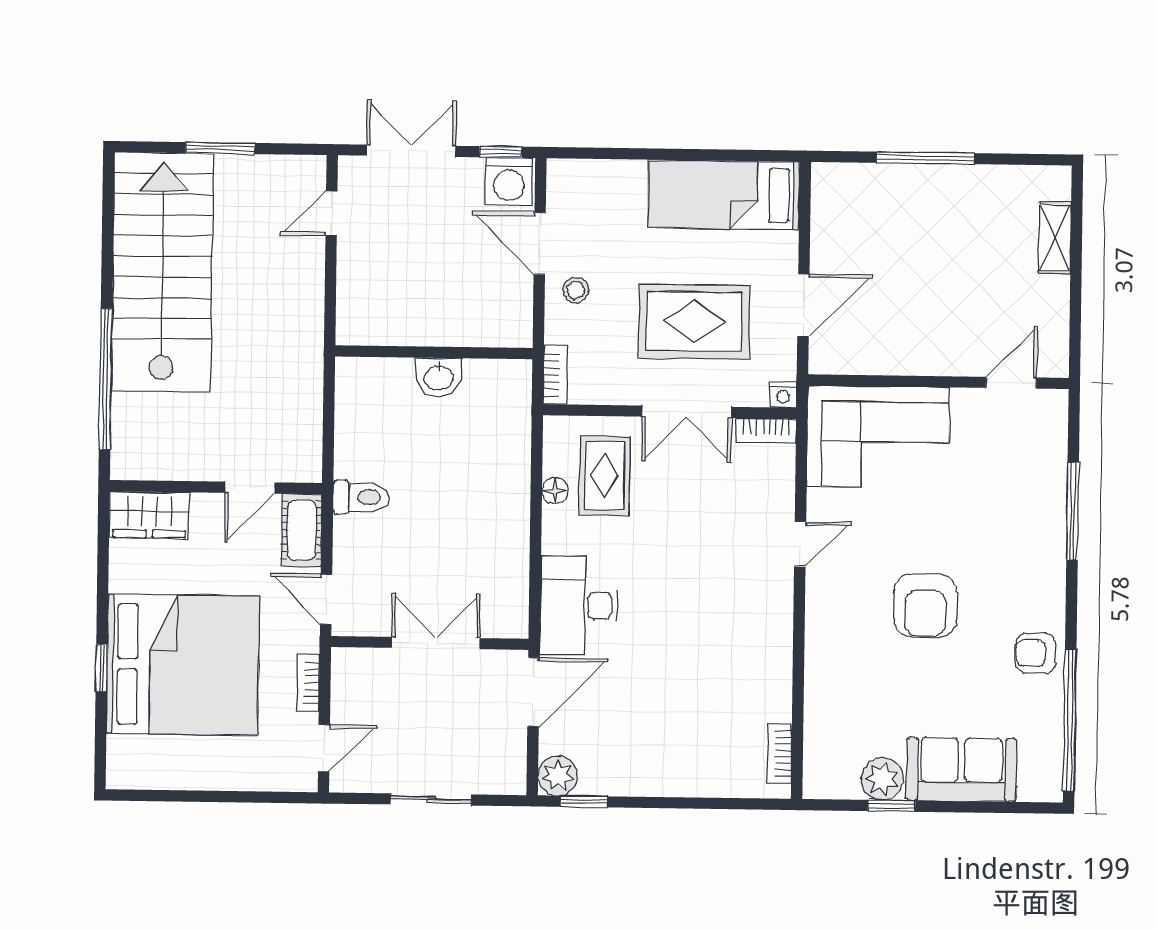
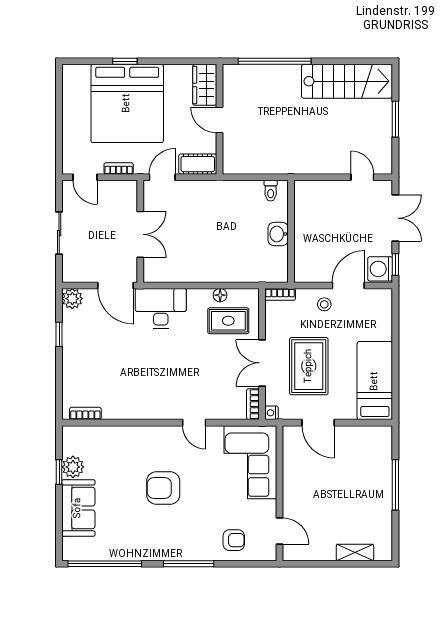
stairs: (162, 272) -> (347, 81), width x0.73, depth x0.66
door: (250, 488) -> (219, 120), moved
toilet: (361, 497) -> (271, 191), moved, width x0.73, depth x0.72
window: (1073, 511) -> (189, 564), moved
armchair: (1036, 653) -> (234, 540), moved, turned 90
window: (584, 802) -> (59, 334), moved

